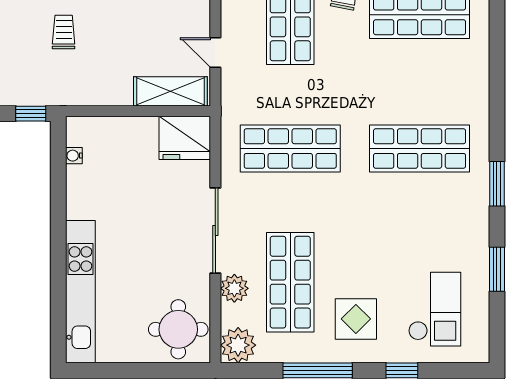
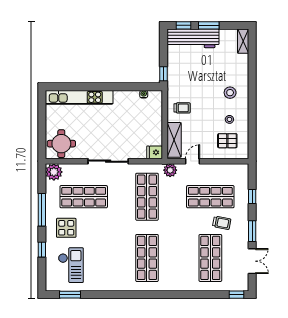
trolley: (64, 32) -> (182, 108), moved
fridge: (185, 138) -> (155, 152), width x0.53, depth x0.75
window: (497, 184) -> (130, 295), removed
window: (497, 269) -> (70, 295), moved
plant: (234, 288) -> (170, 170), moved
checkout: (435, 309) -> (71, 265), turned -90

